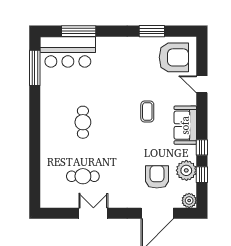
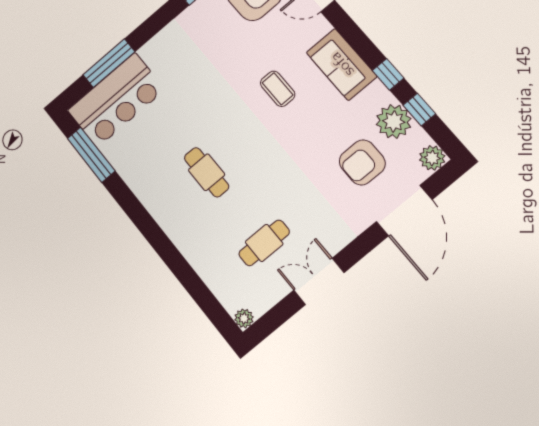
armchair: (157, 177) -> (362, 162), turned -90
plant: (46, 202) -> (244, 318), added

